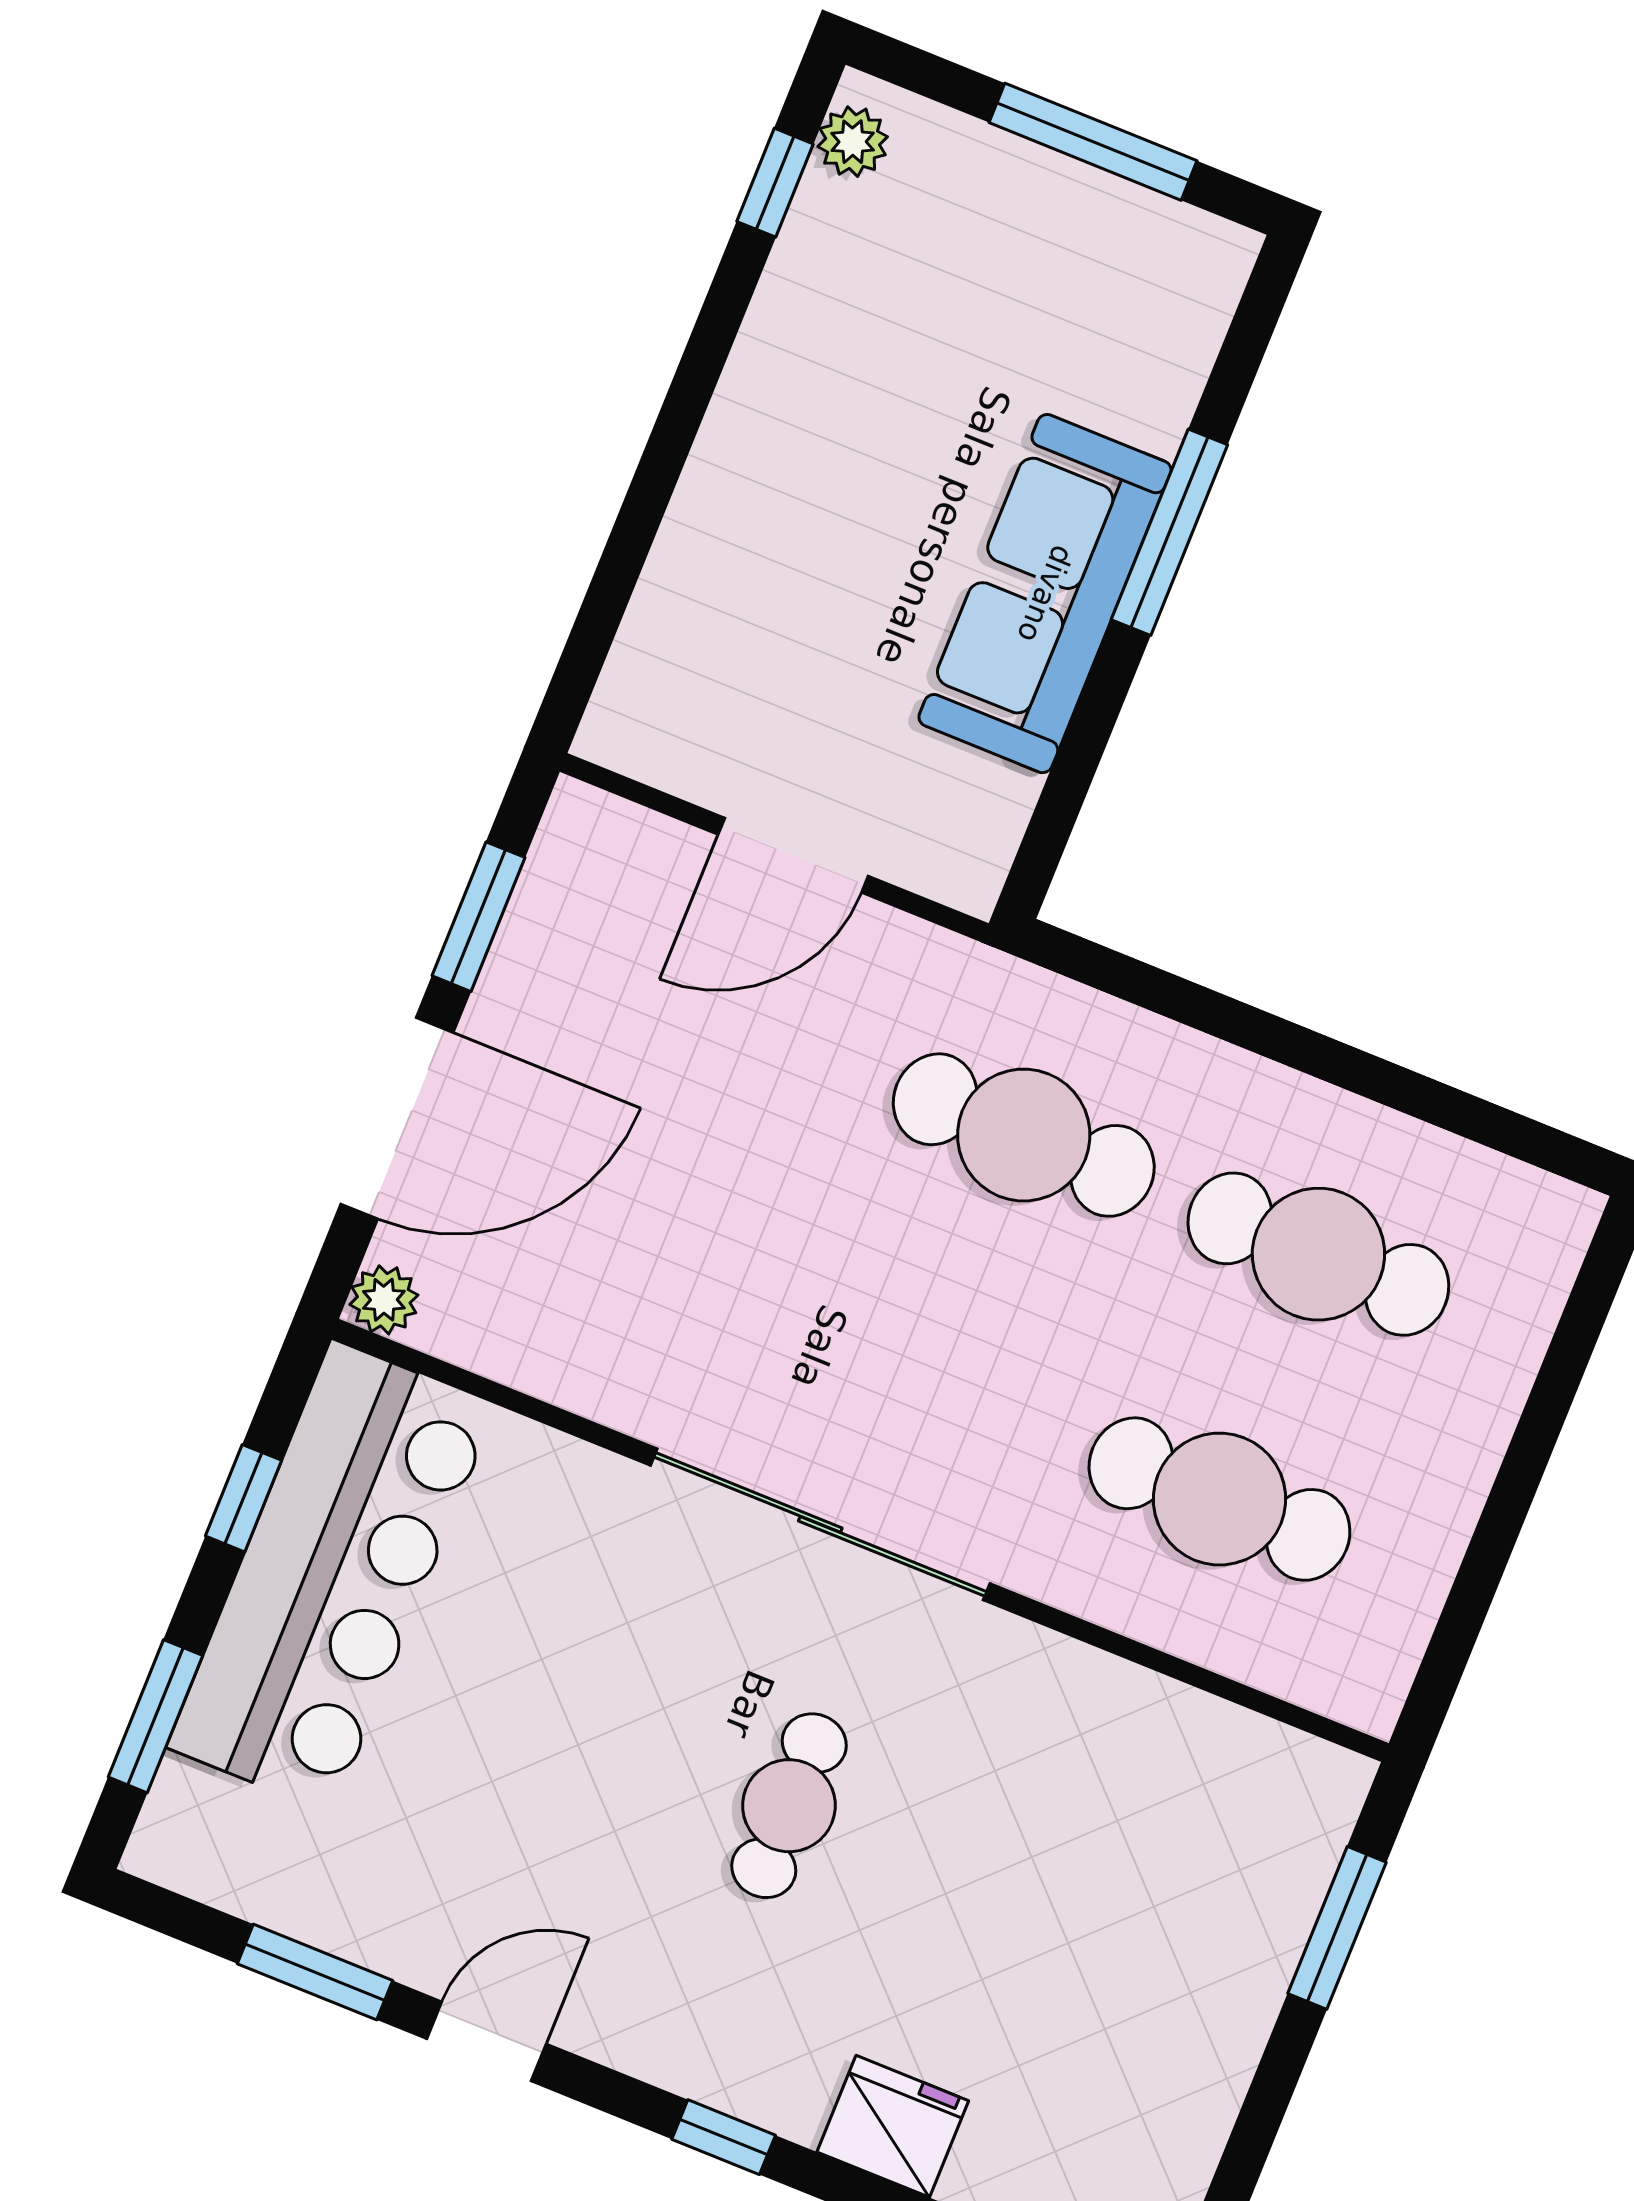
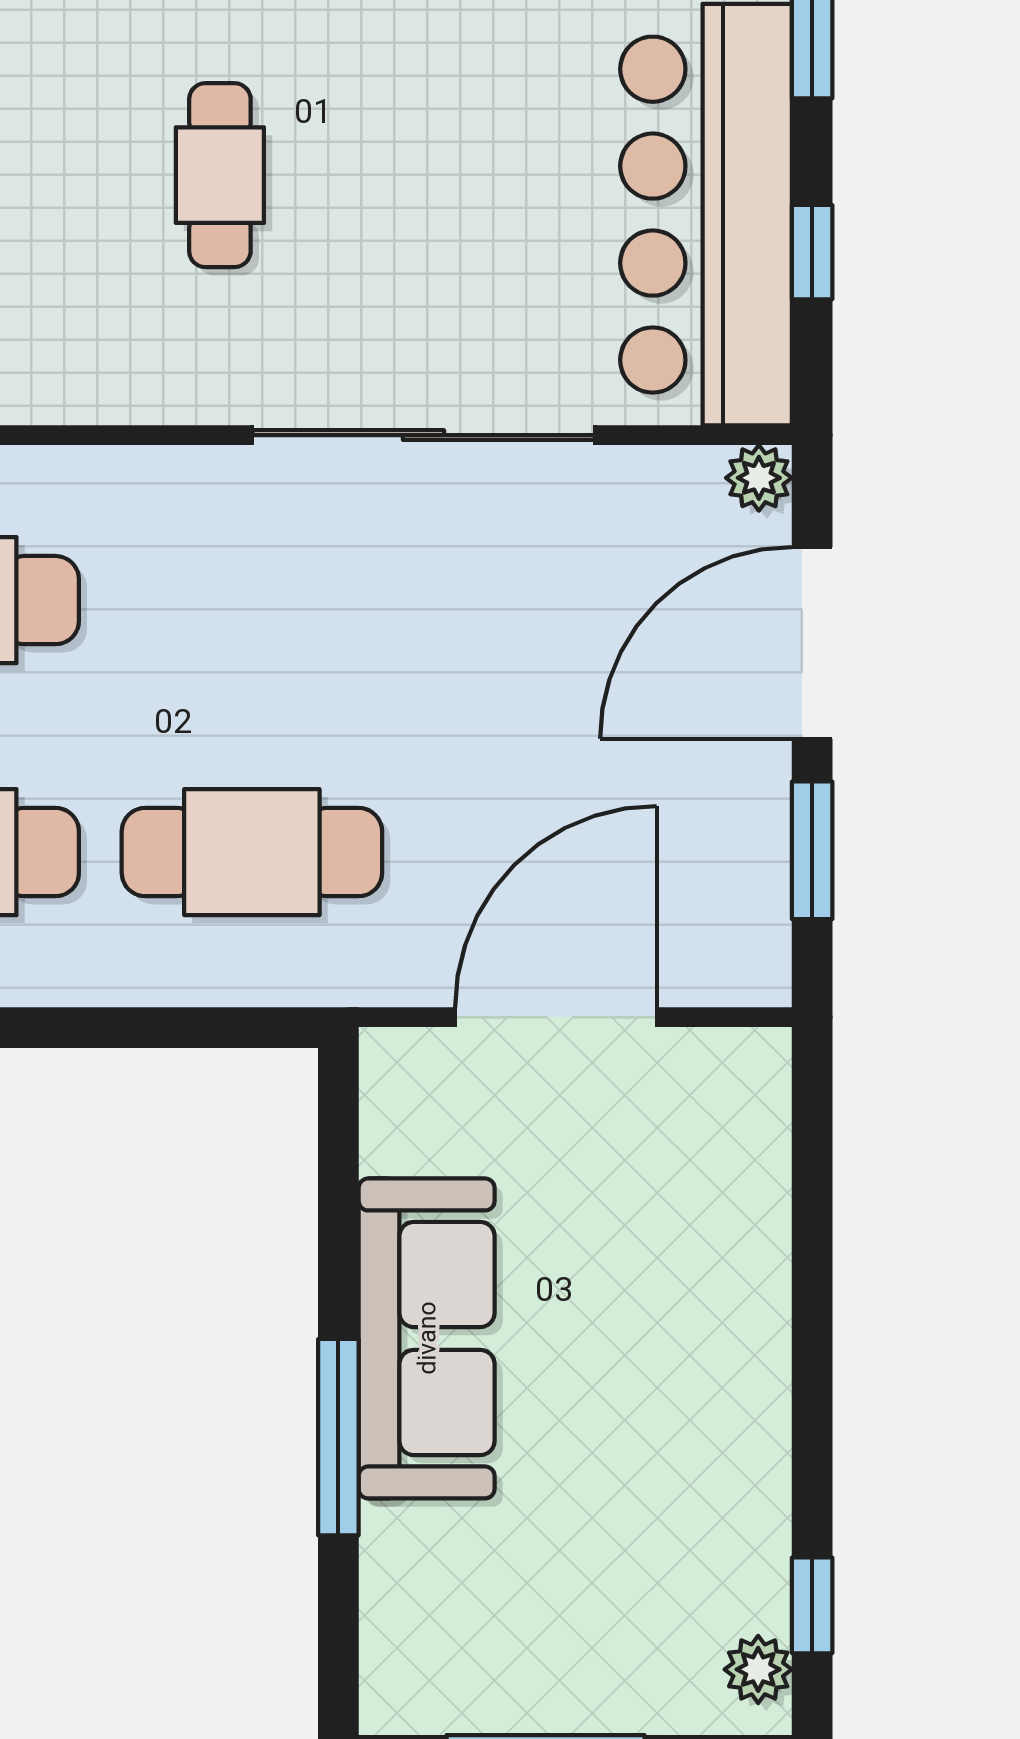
door: (793, 855) -> (556, 1017), width x1.36
sliding door: (820, 1524) -> (424, 435), moved

